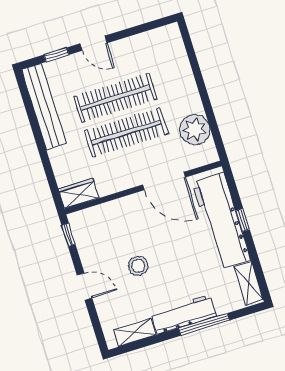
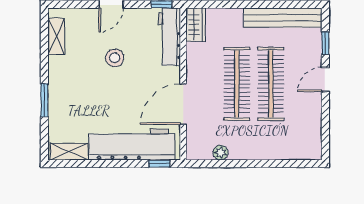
plant: (195, 130) -> (221, 153), width x0.53, depth x0.53
window: (243, 220) -> (159, 164), moved
workbench: (184, 314) -> (170, 37), moved, turned 180
window: (204, 324) -> (44, 100), width x0.69

